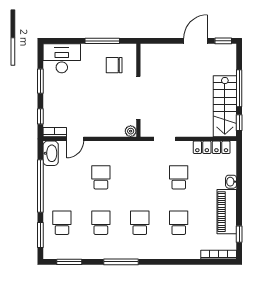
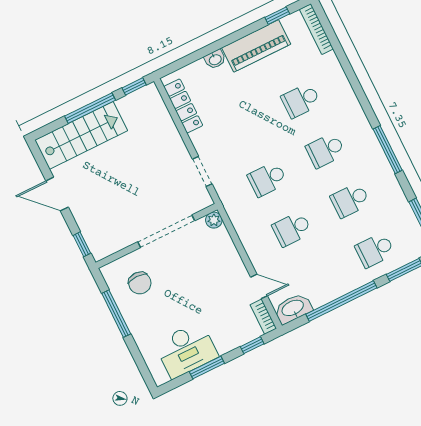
window: (223, 41) -> (82, 244), moved
desk: (62, 58) -> (186, 350), moved, turned -90
stairs: (225, 106) -> (81, 135), moved
school desk: (179, 177) -> (267, 179), moved

